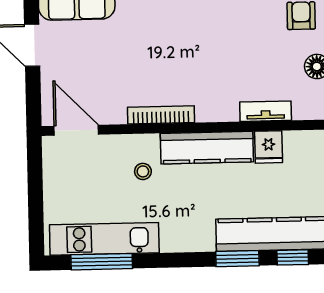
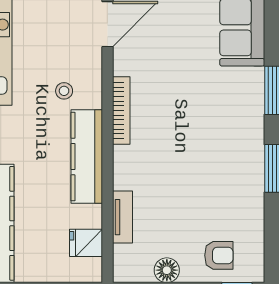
fridge: (269, 147) -> (86, 243), moved

